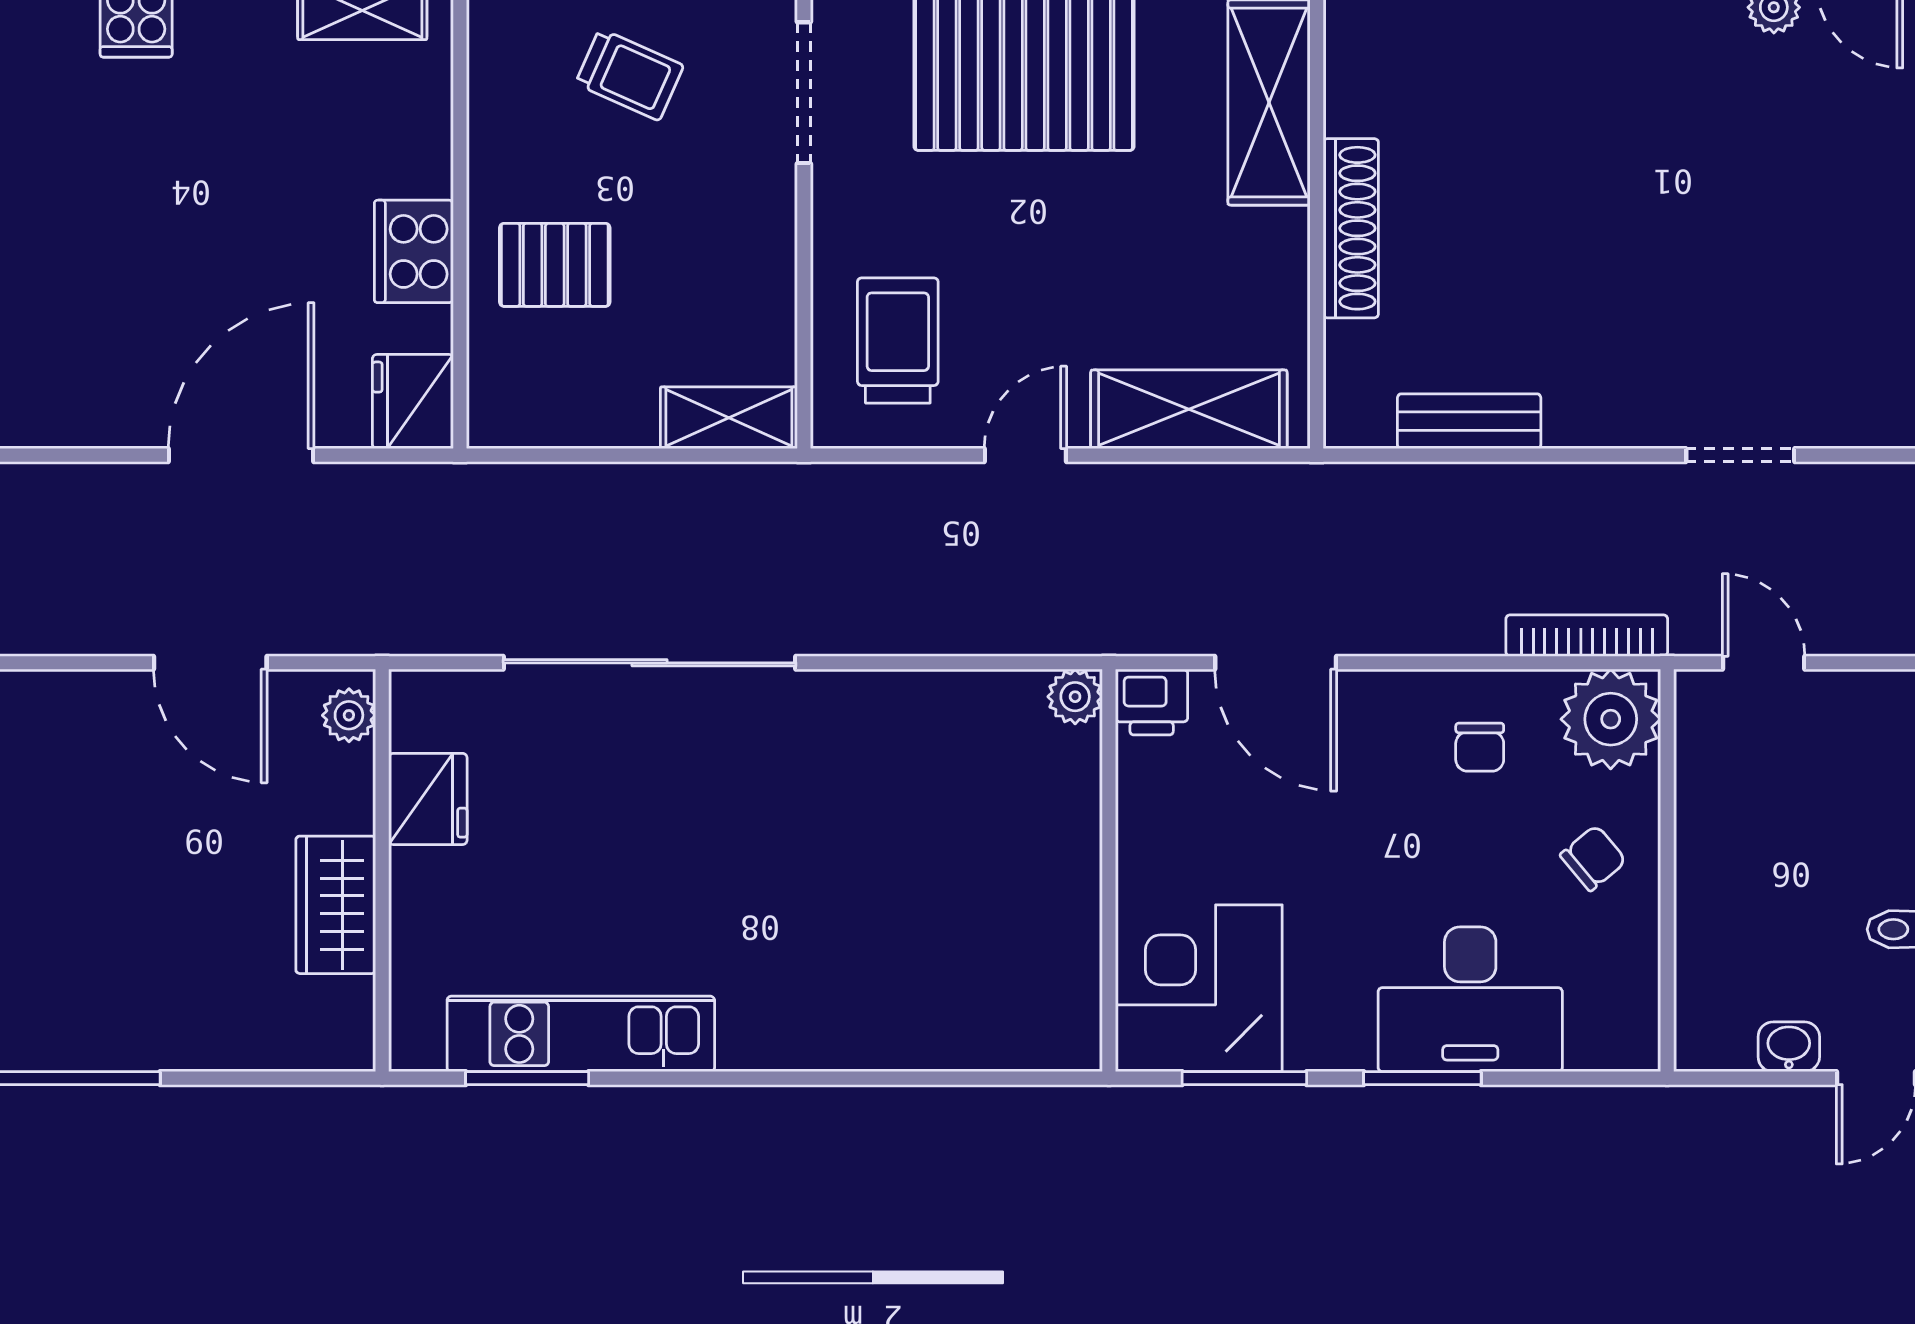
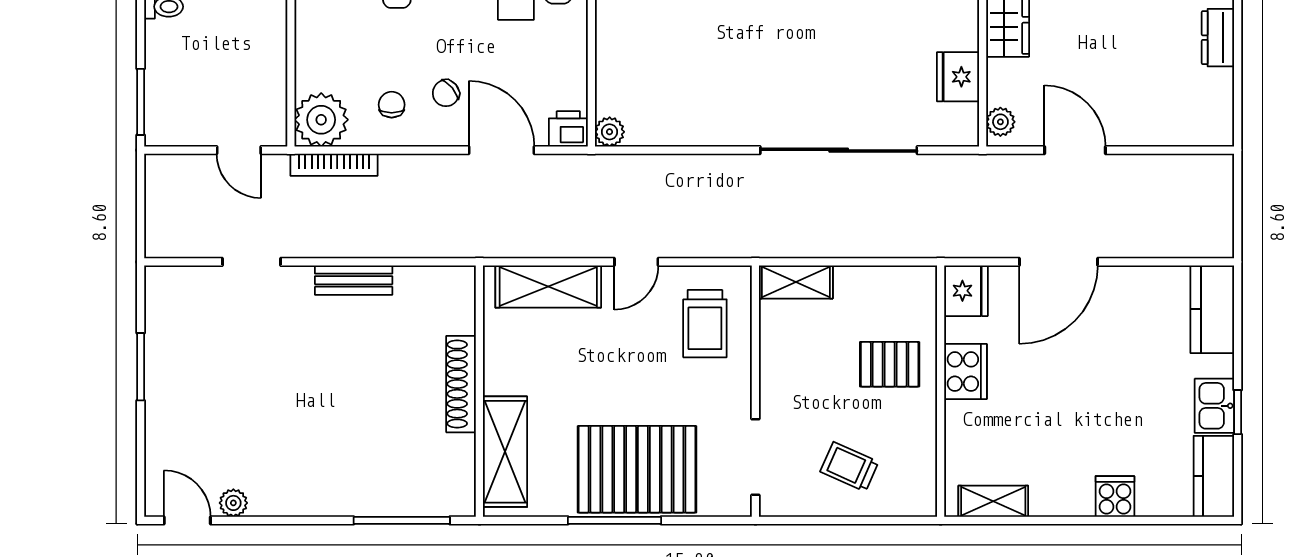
bench: (1469, 421) -> (354, 280), moved
chair: (1593, 858) -> (446, 93), moved

